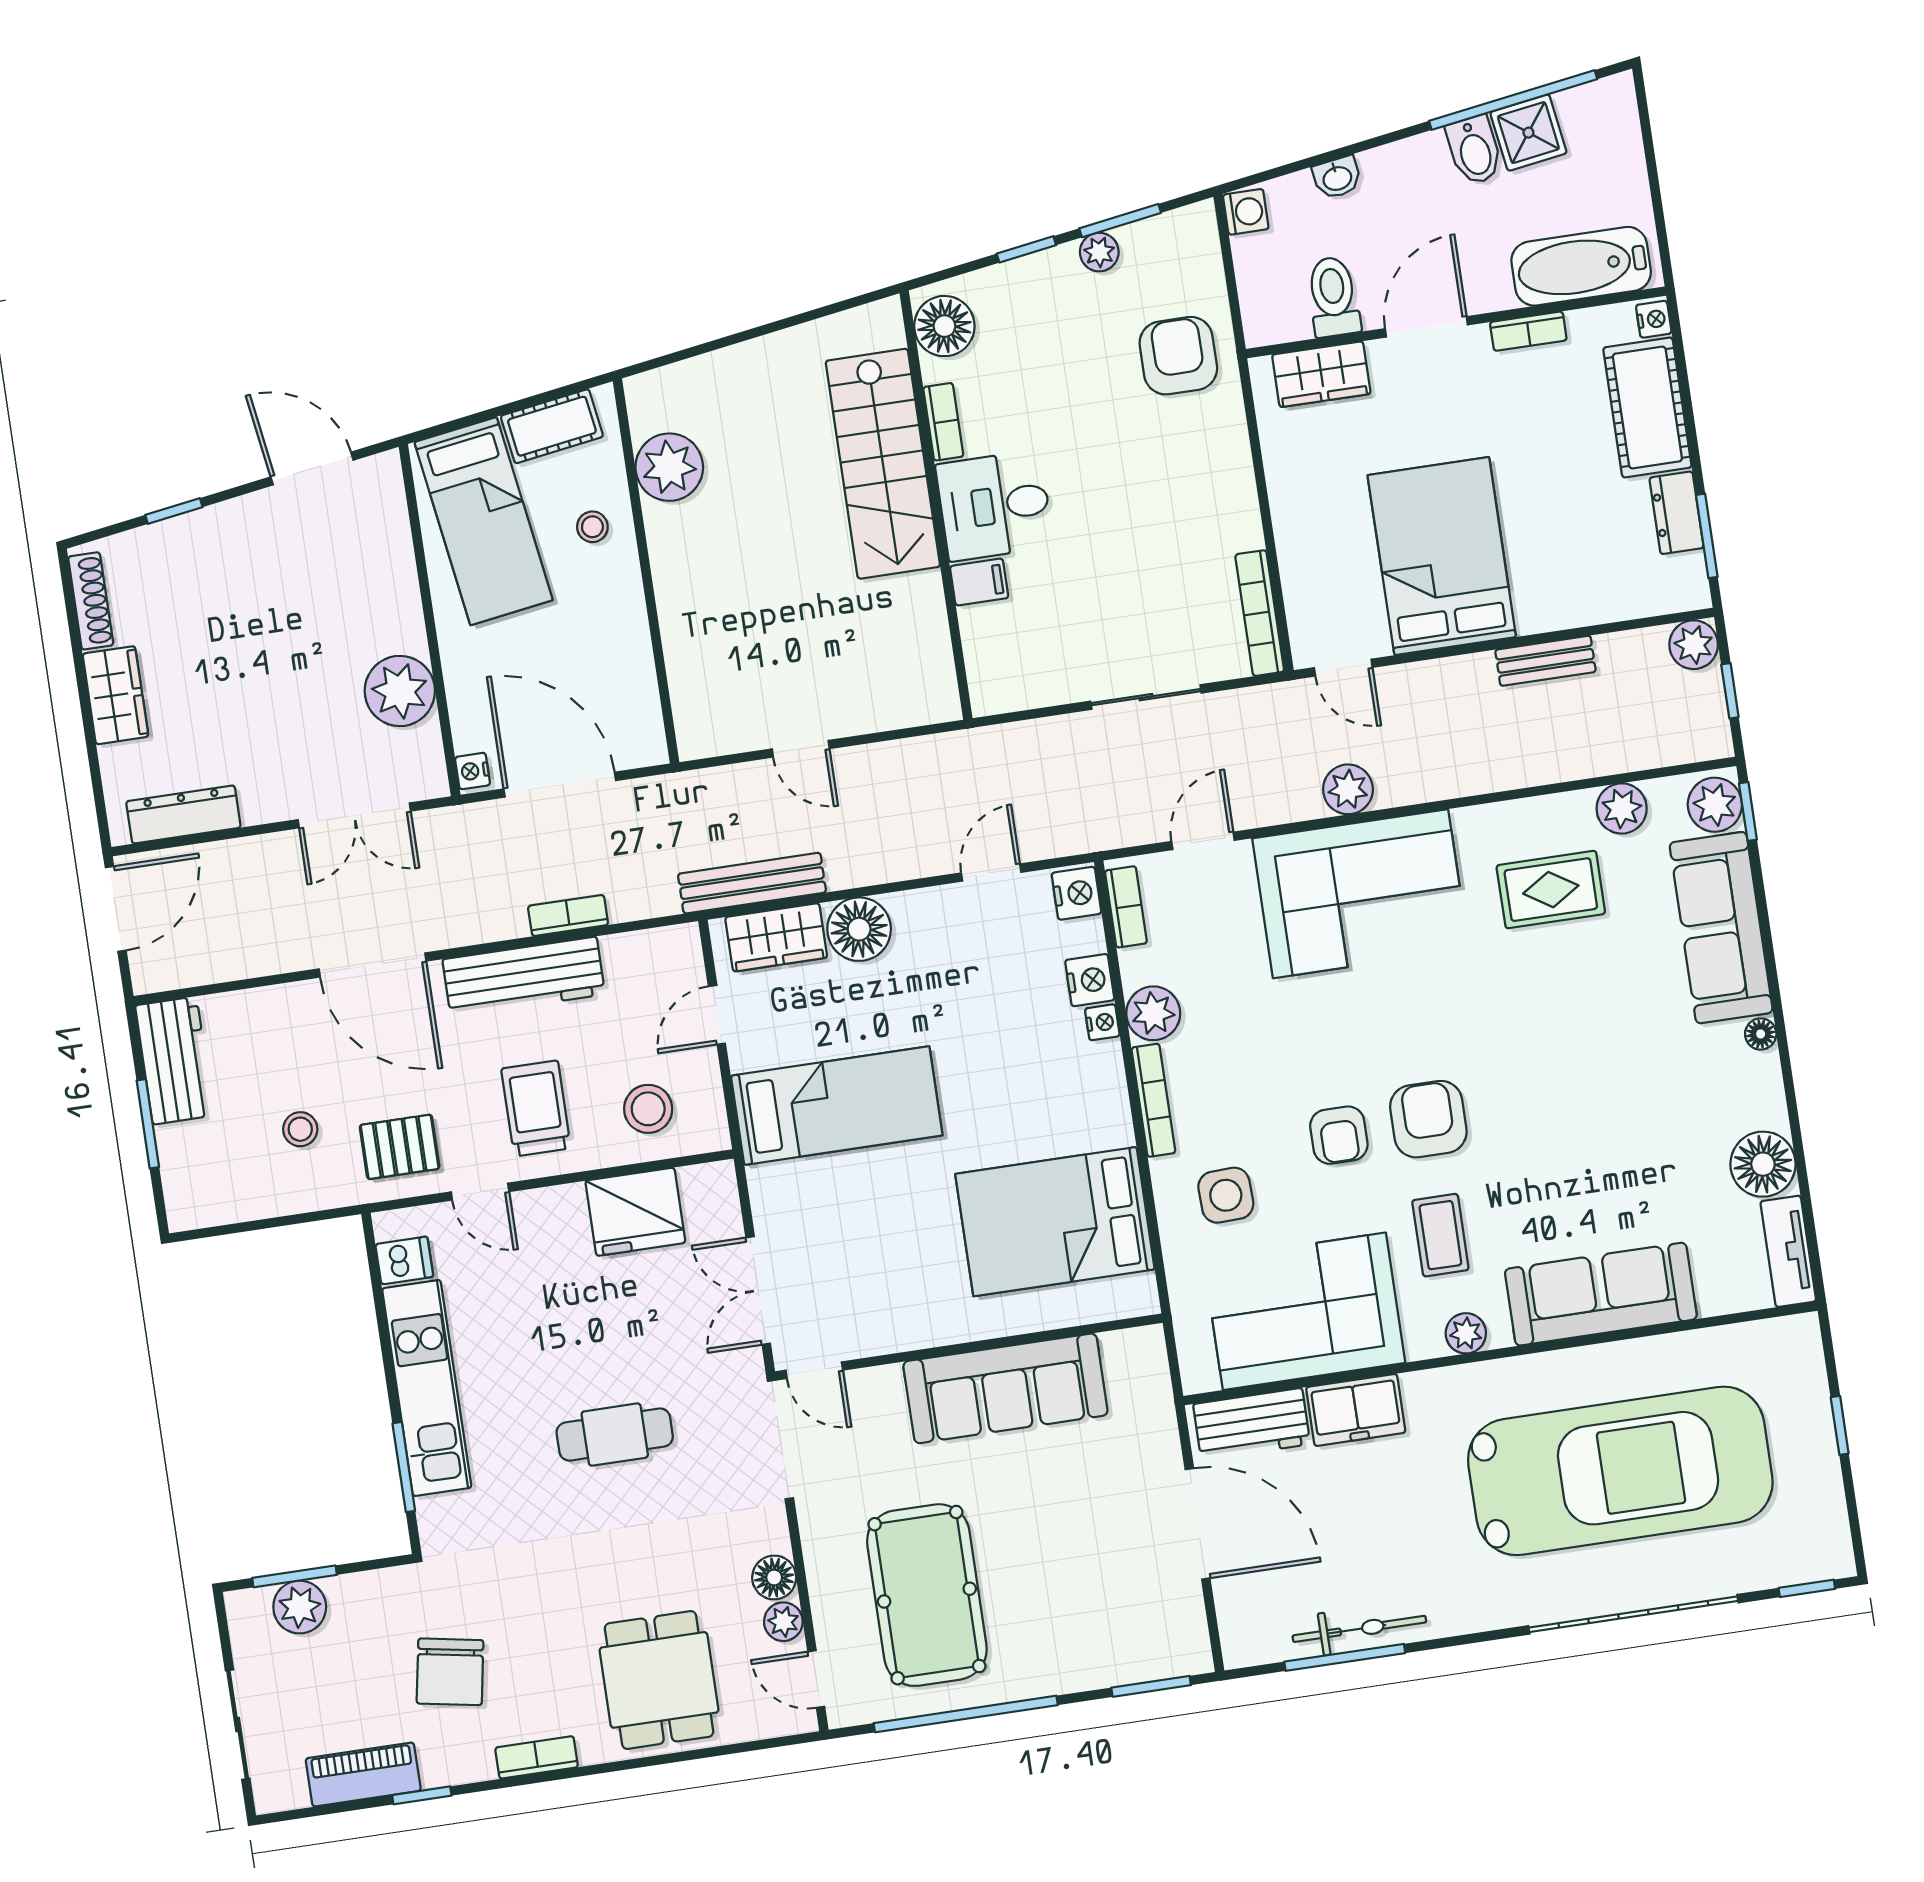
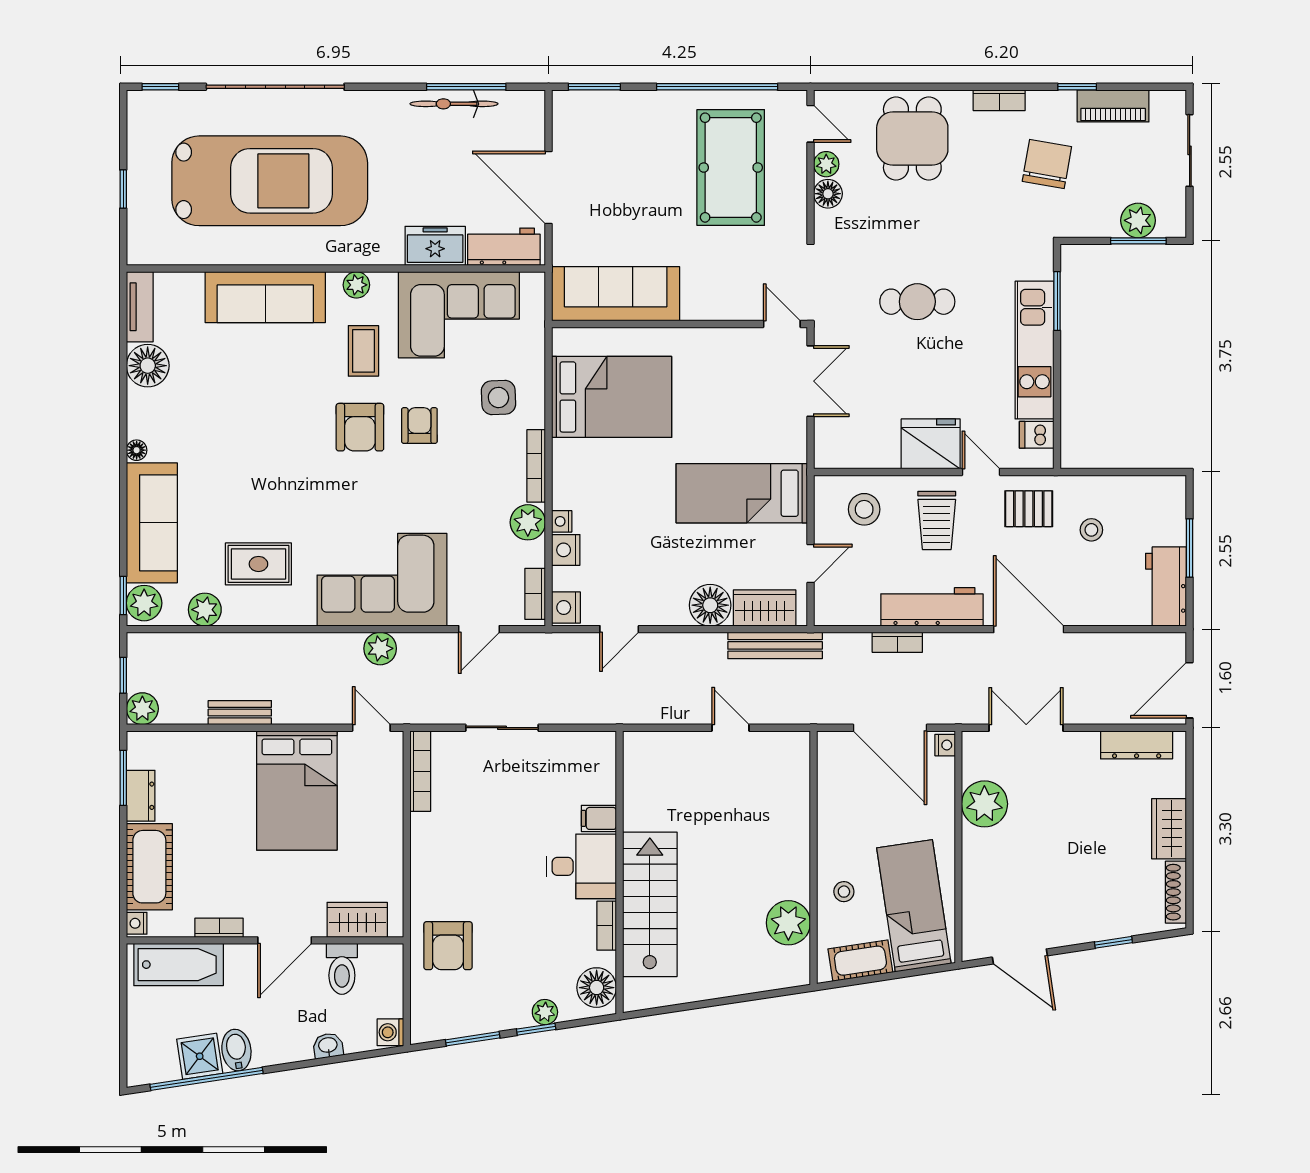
plant: (1099, 252) -> (545, 1012), moved
fridge: (635, 1212) -> (931, 444), moved
sofa: (1005, 1388) -> (616, 294), moved
car: (1620, 1471) -> (270, 181), turned 180

